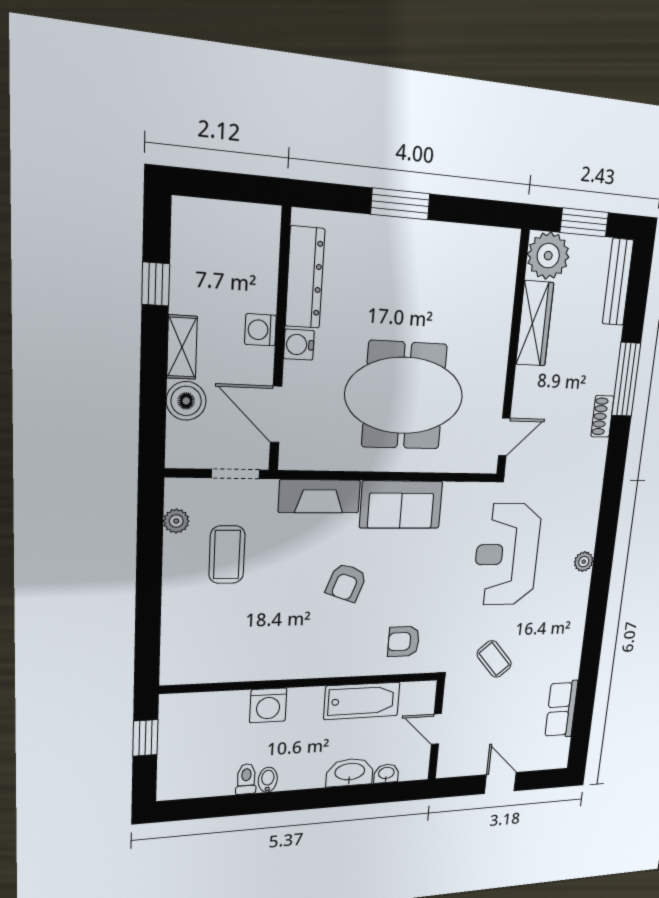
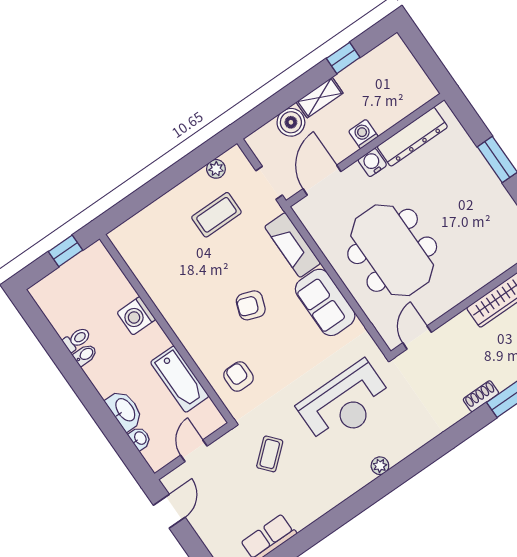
door: (504, 437) -> (417, 338), swing flipped
reception desk: (507, 555) -> (345, 403), turned 180
door: (500, 783) -> (169, 511), moved

